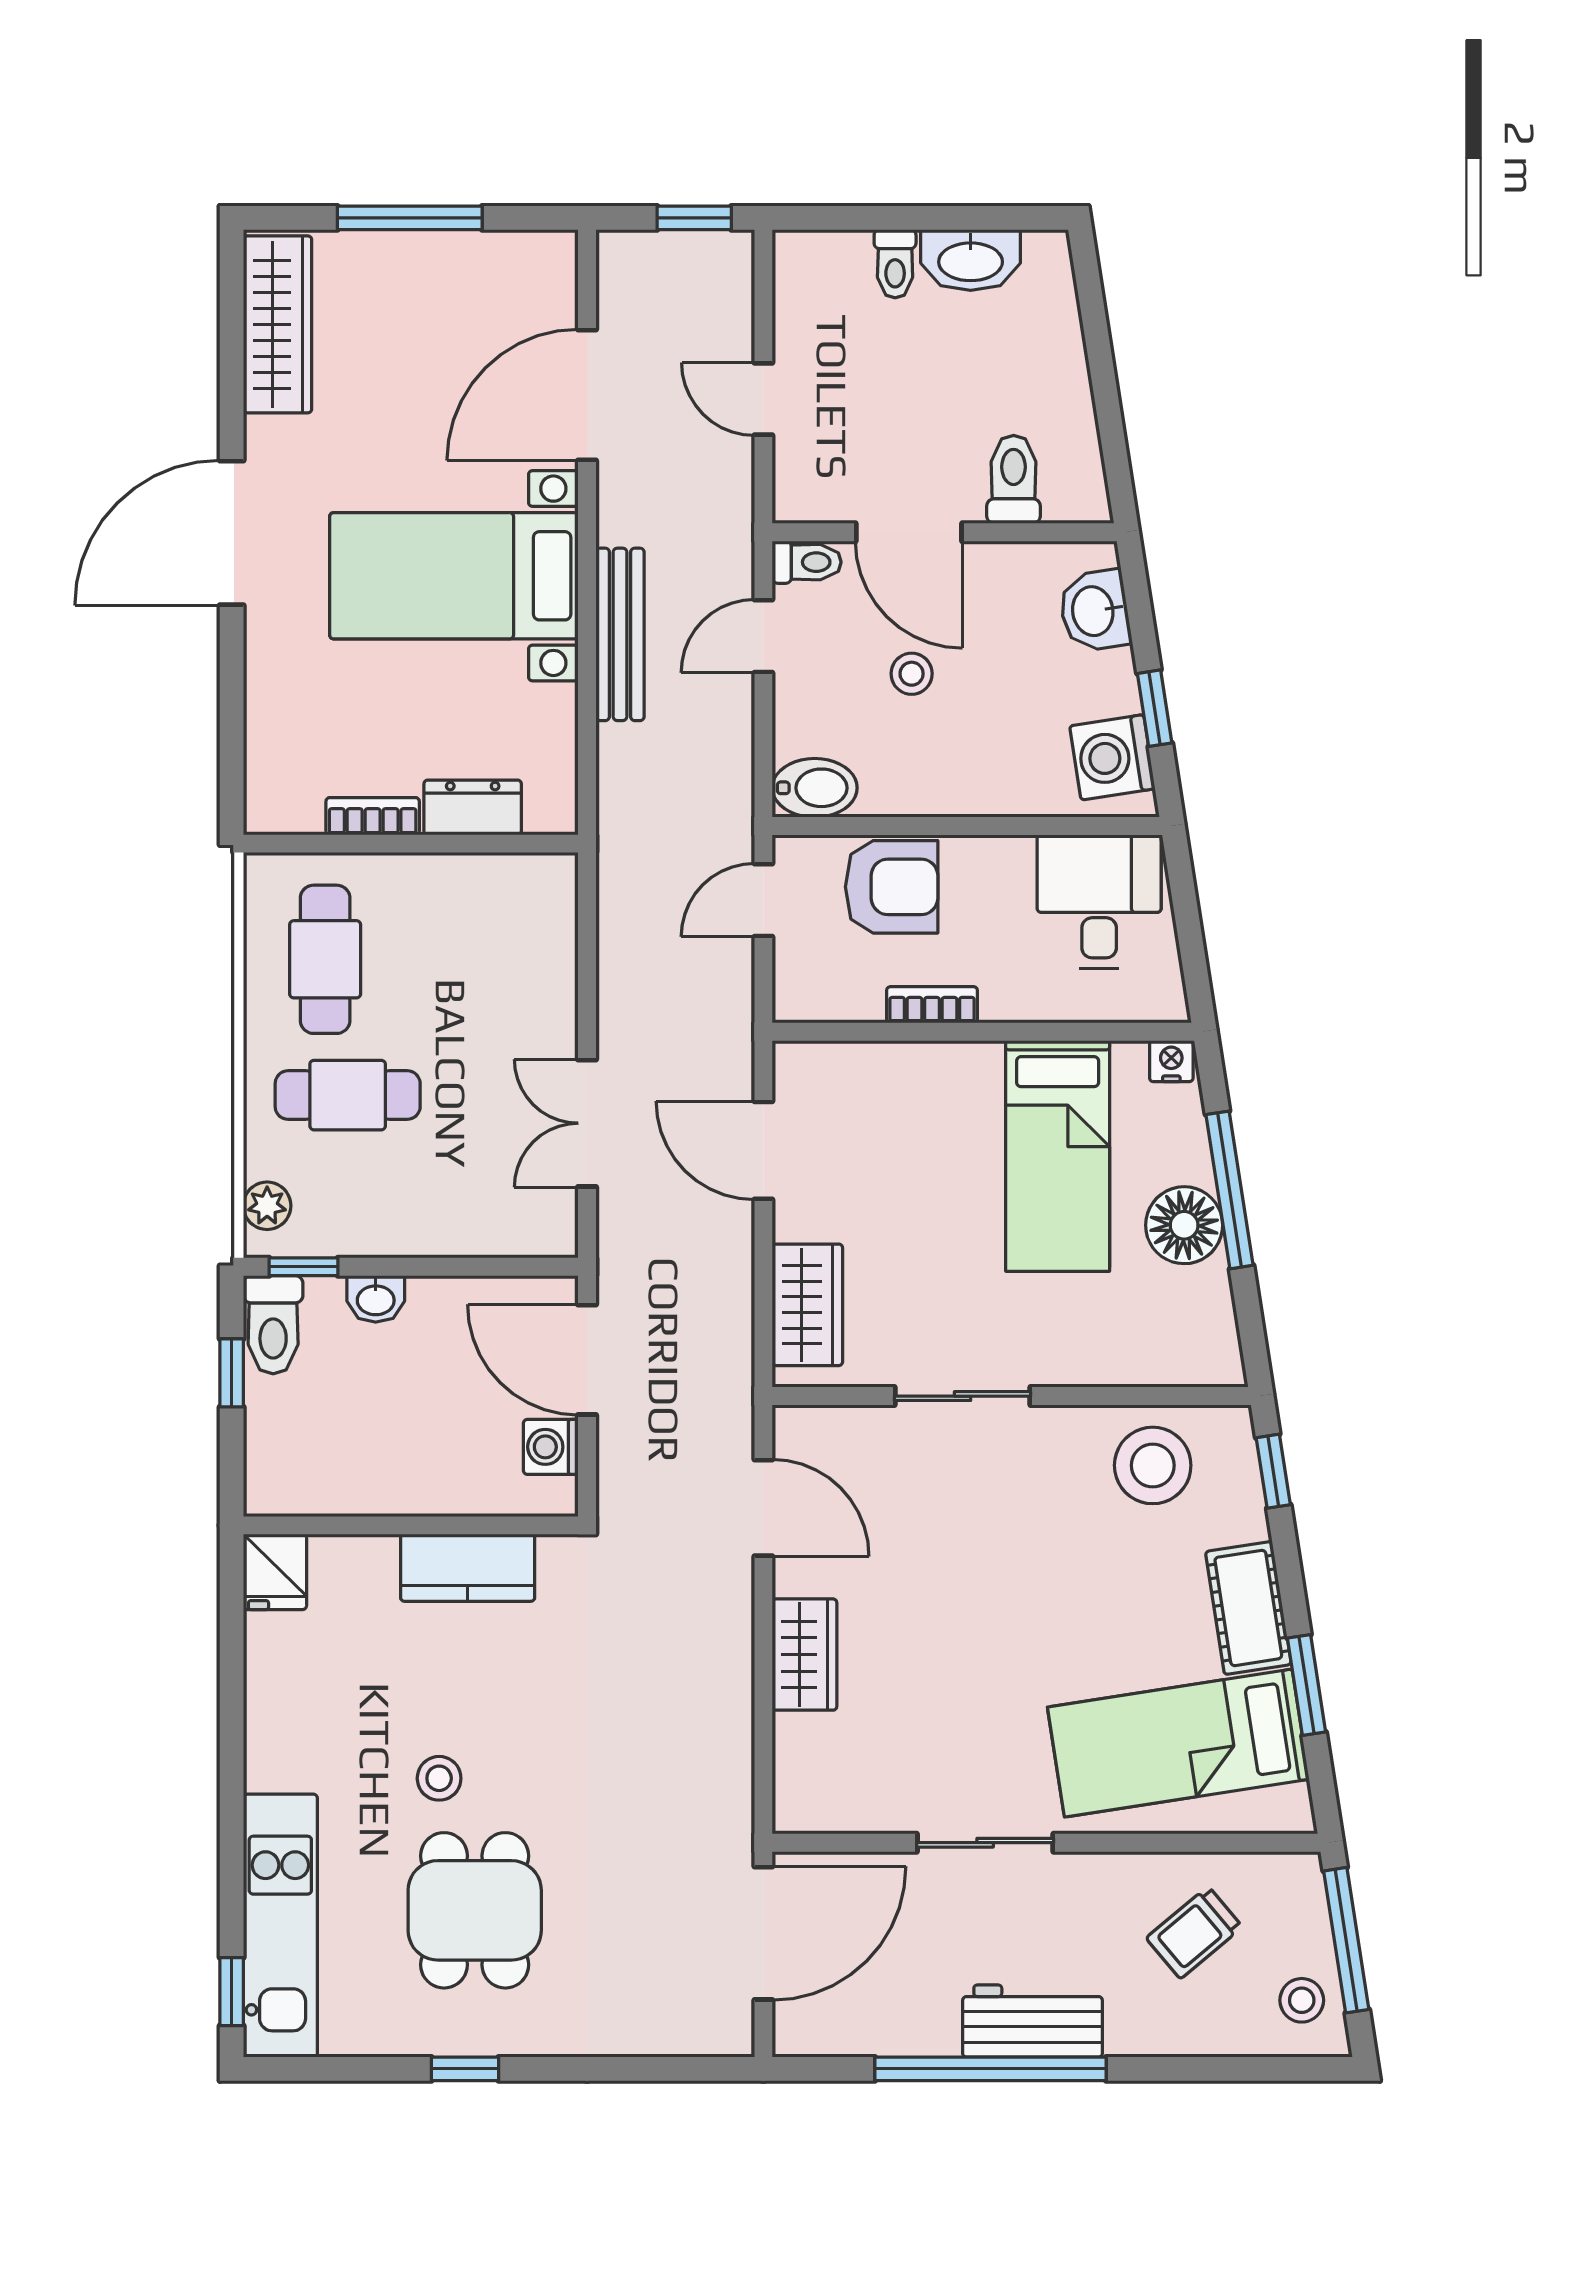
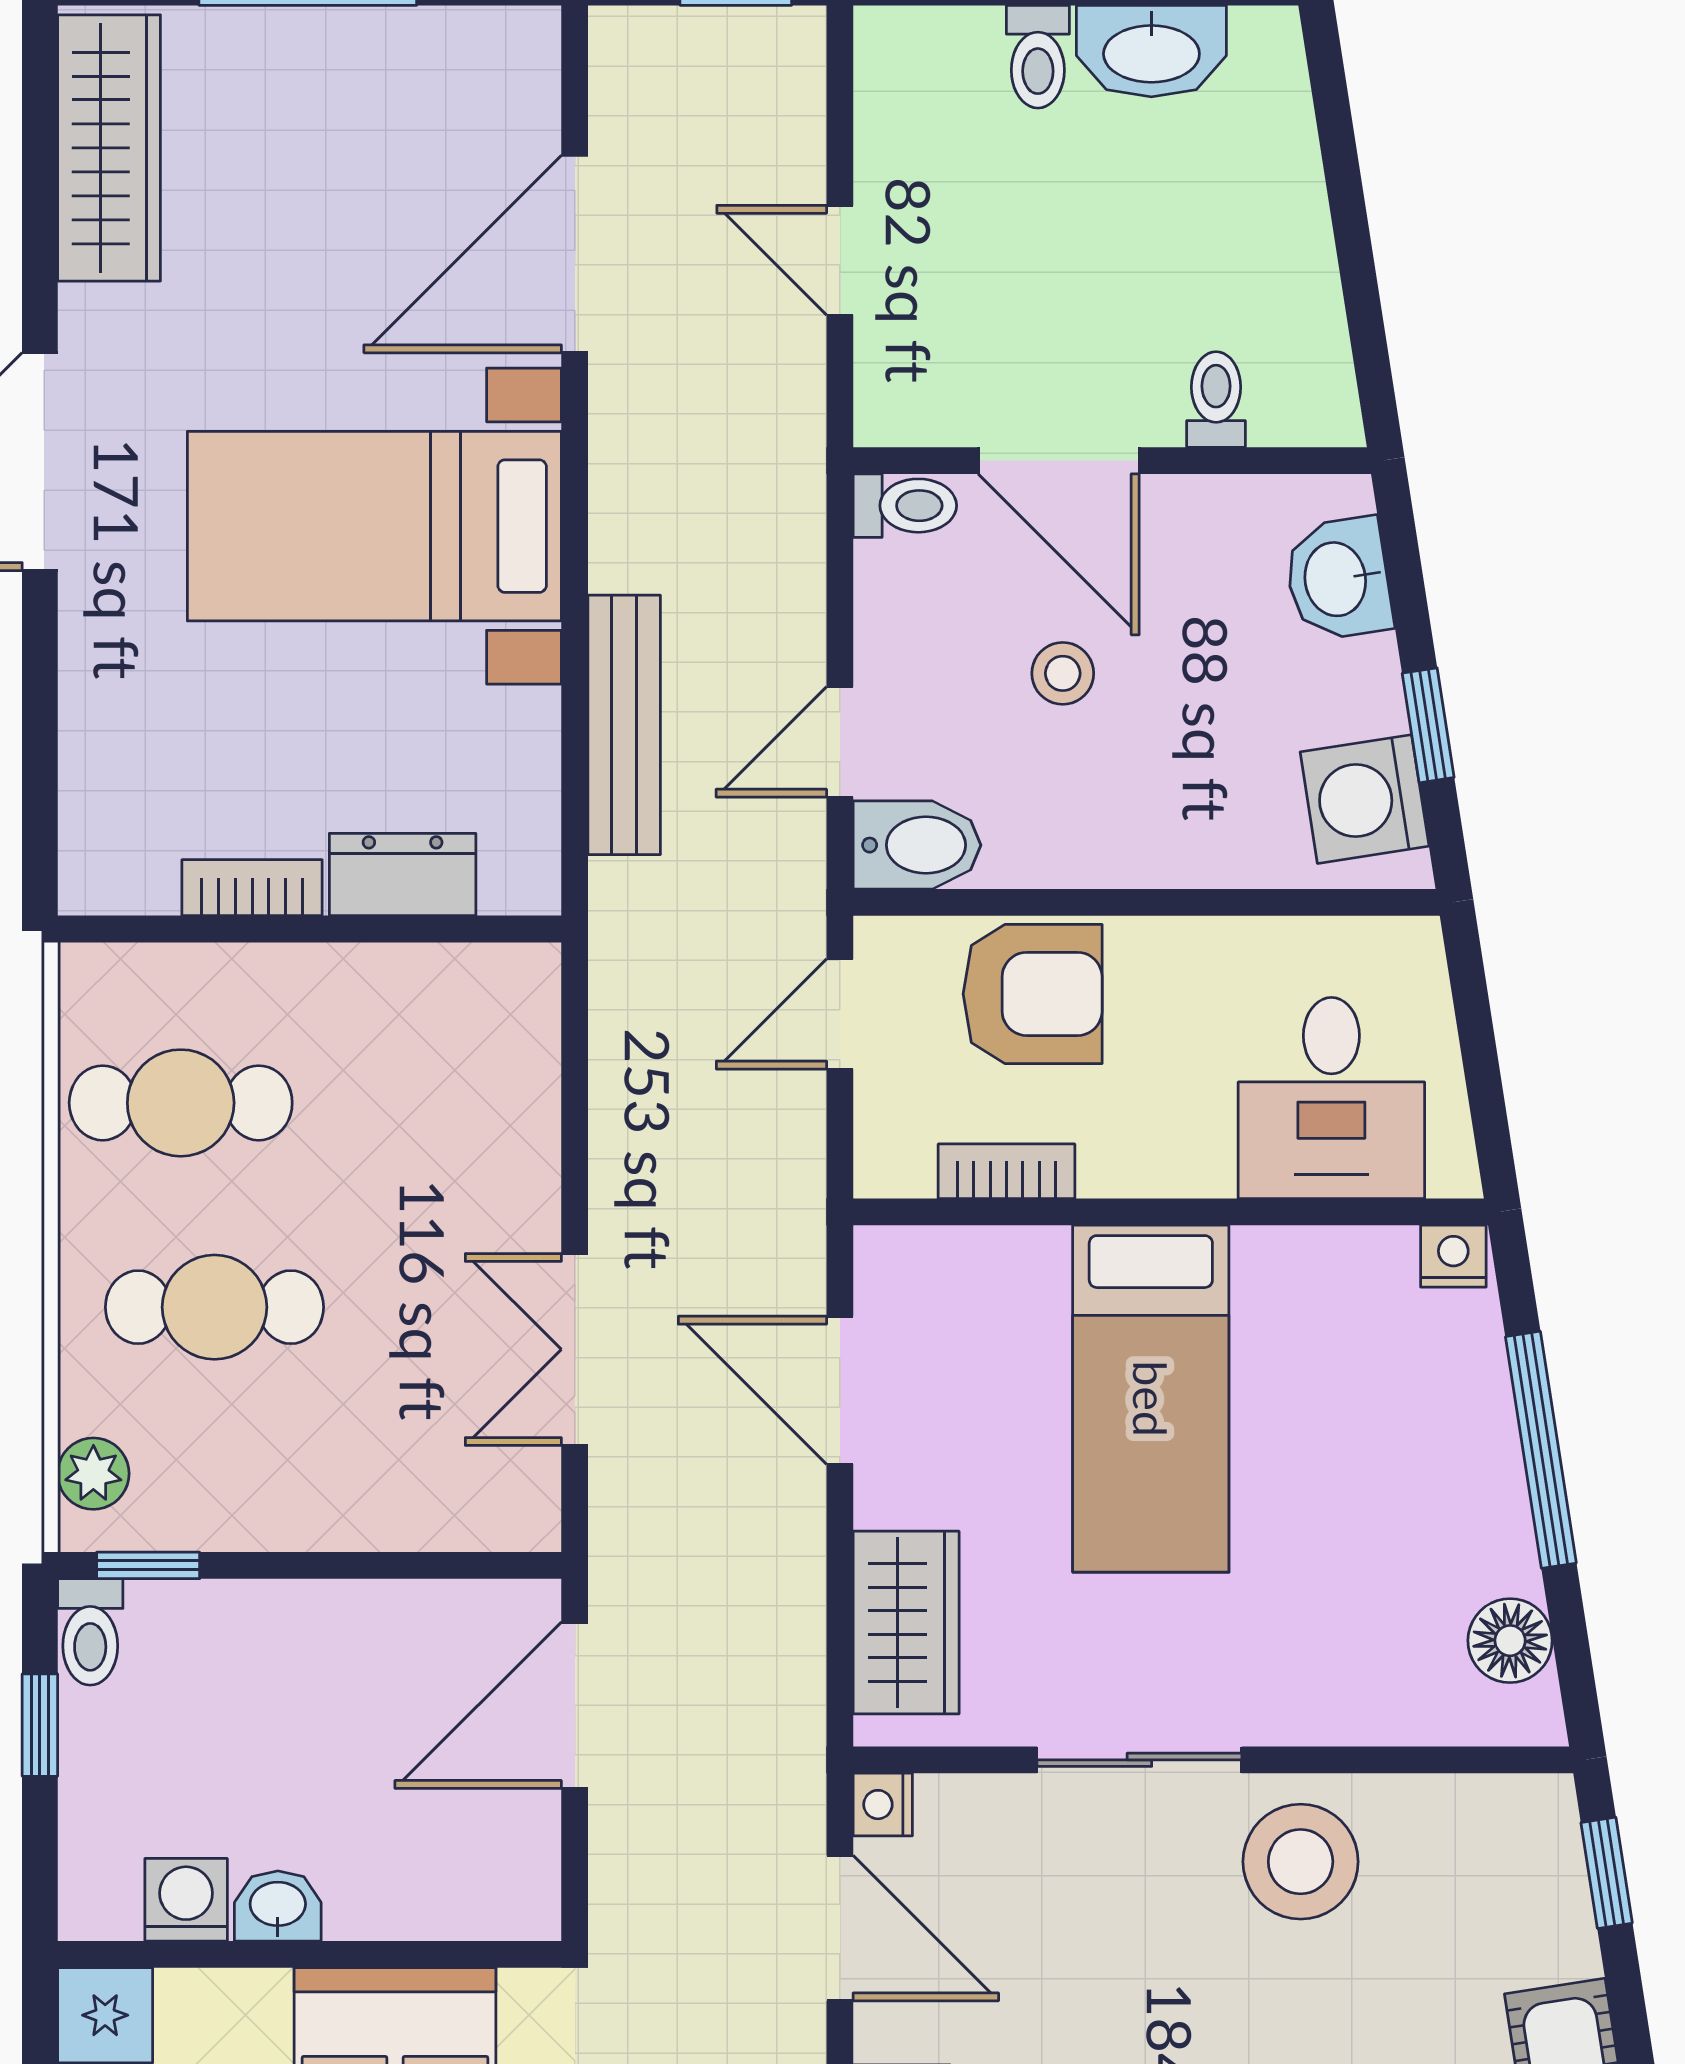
toilet: (1014, 479) -> (1216, 399), width x0.73, depth x0.72
bench: (620, 634) -> (624, 725), moved
door: (763, 636) -> (840, 742), moved
desk: (1099, 902) -> (1331, 1098), moved, turned 180
cafe table: (325, 959) -> (181, 1103), turned 90
bookcase: (932, 1005) -> (1006, 1171), moved
bed: (1058, 1156) -> (1151, 1399), moved
floor lamp: (1184, 1225) -> (1510, 1641), moved, width x0.73, depth x0.73
washbasin: (376, 1299) -> (278, 1906), moved, turned 180
toilet: (273, 1325) -> (90, 1632), width x0.73, depth x0.72
door: (587, 1360) -> (575, 1705), hinge flipped
nightstand: (792, 1426) -> (883, 1805), added
washing machine: (551, 1447) -> (186, 1900), moved, turned 90
stool: (1153, 1465) -> (1301, 1862), moved

